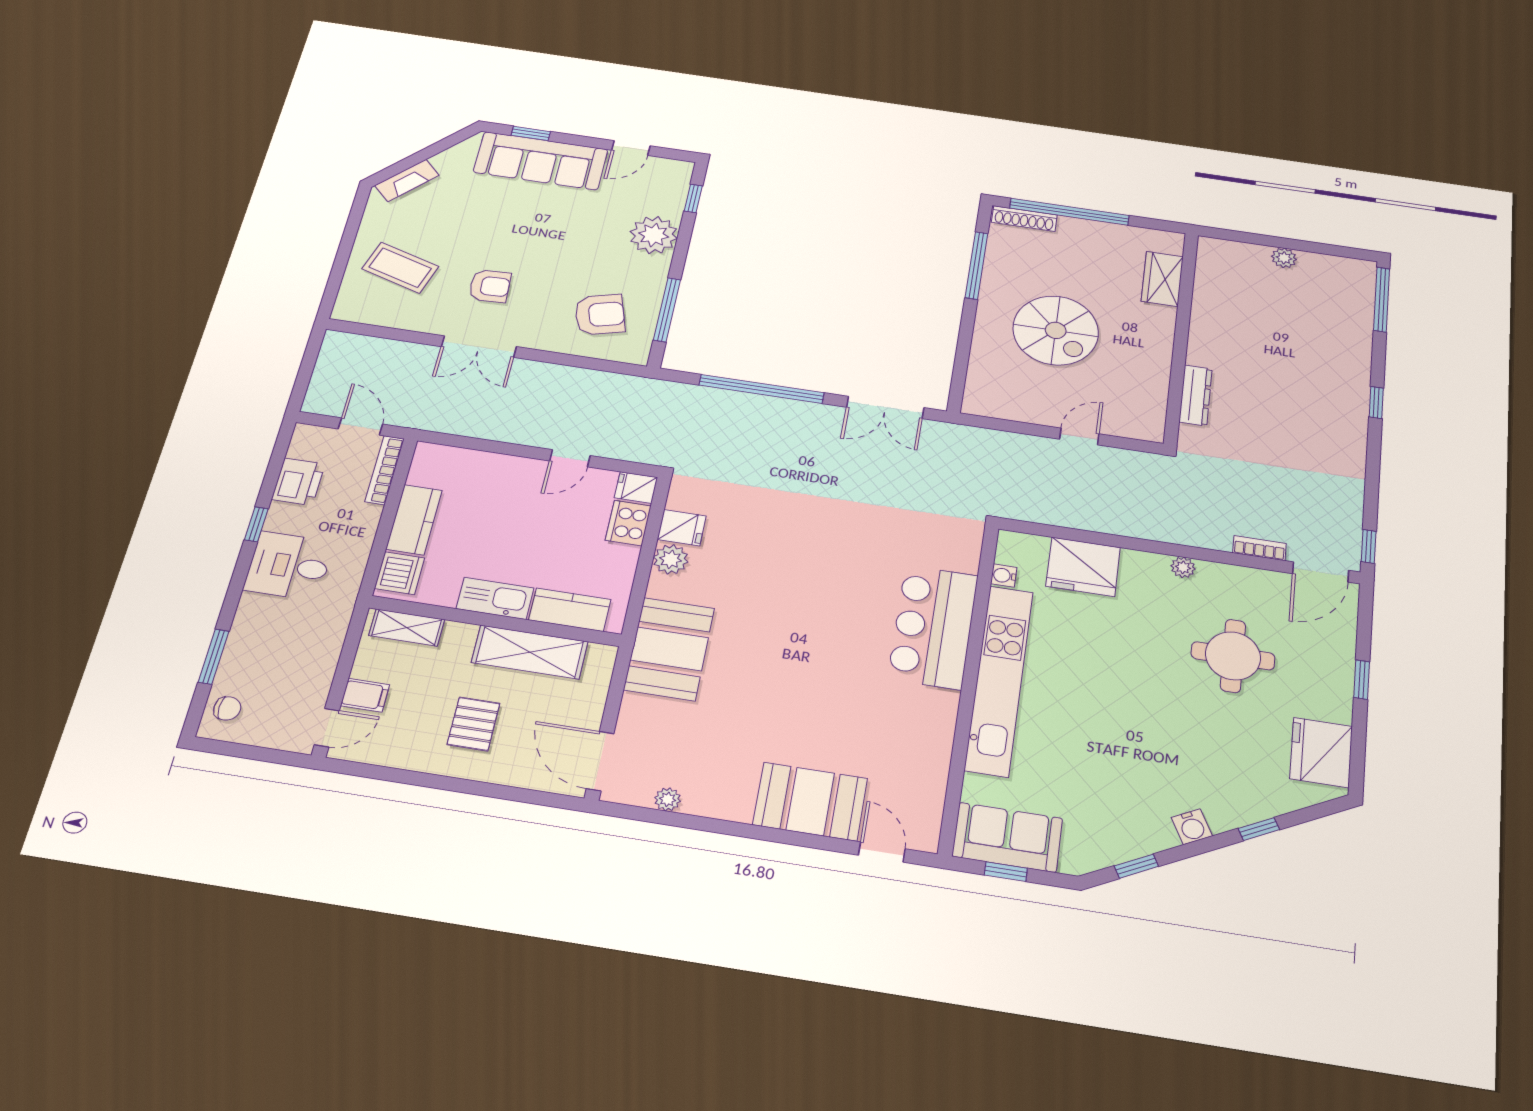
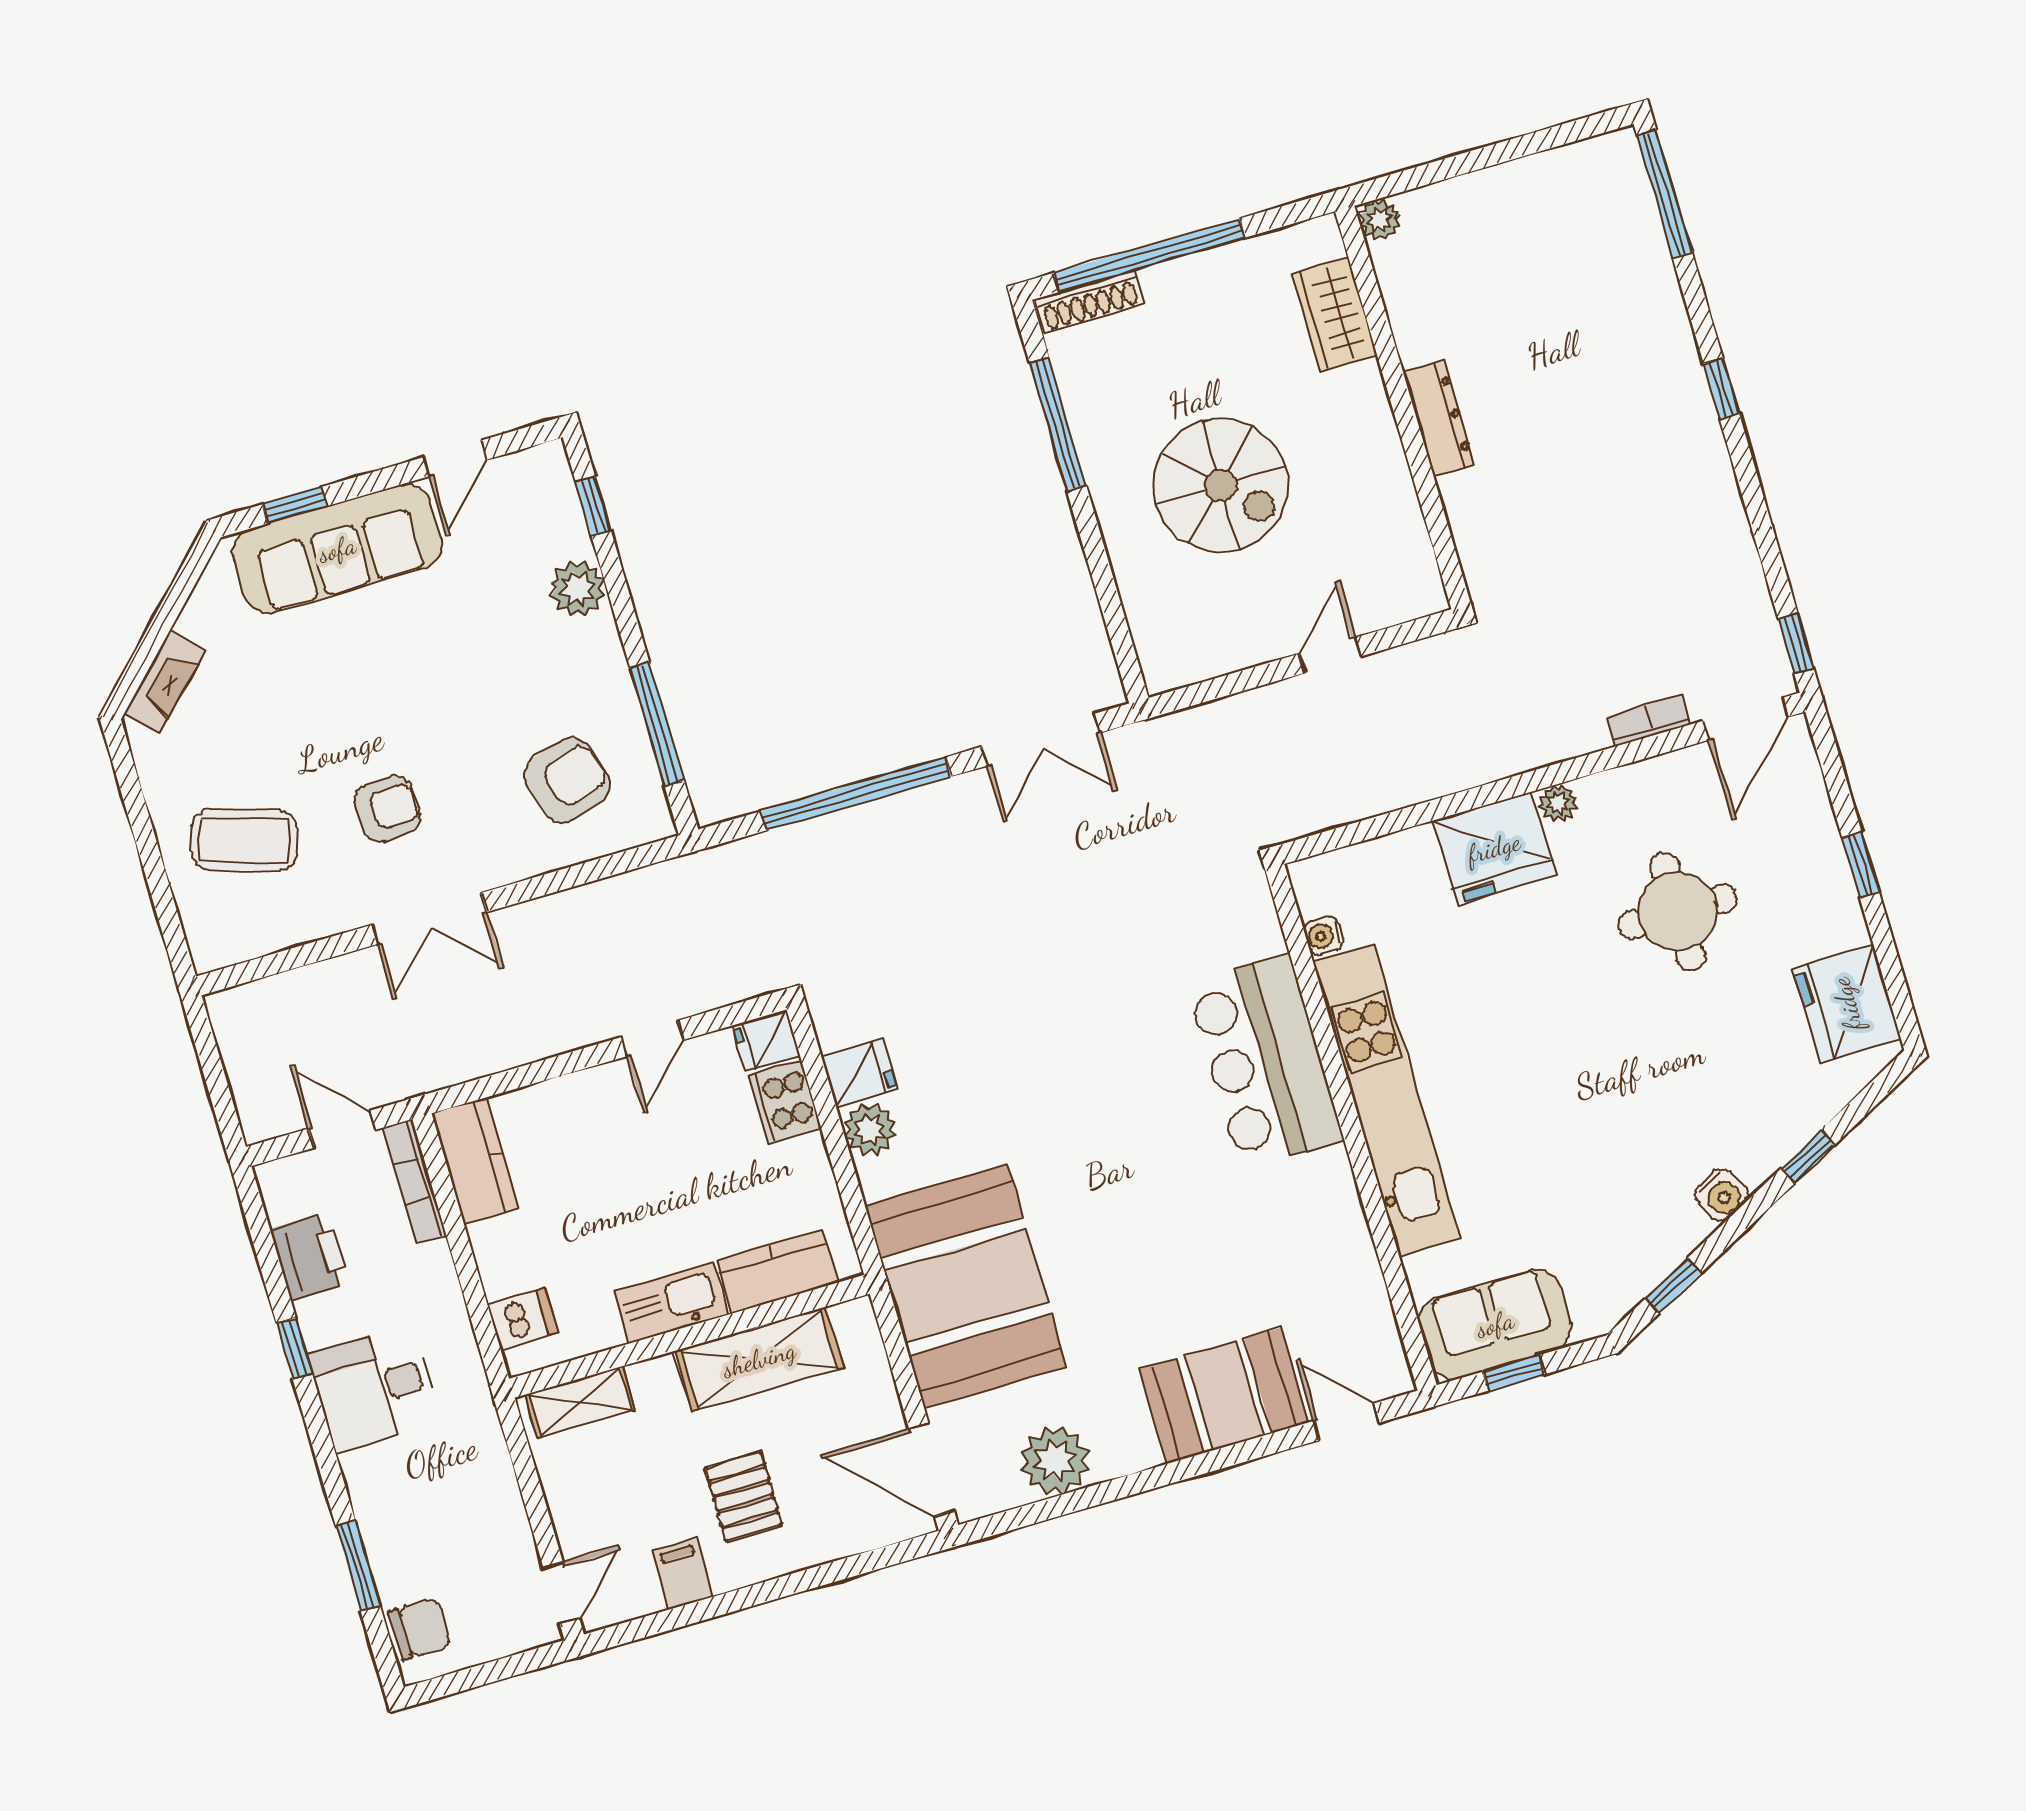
plant: (654, 235) -> (578, 589), width x0.73, depth x0.73
plant: (1284, 258) -> (1380, 220), moved
dresser: (1196, 395) -> (1439, 419), moved
kitchen counter: (414, 520) -> (475, 1161), moved
fridge: (1083, 567) -> (1494, 848), moved
dishwasher: (400, 573) -> (523, 1319), width x0.73
booth: (669, 649) -> (966, 1286), width x1.36, depth x1.42
filing cabinet: (365, 695) -> (683, 1574), moved, turned -90
chair: (227, 708) -> (420, 1629), width x1.37, depth x1.37
plant: (668, 799) -> (1055, 1461), width x1.88, depth x1.88

